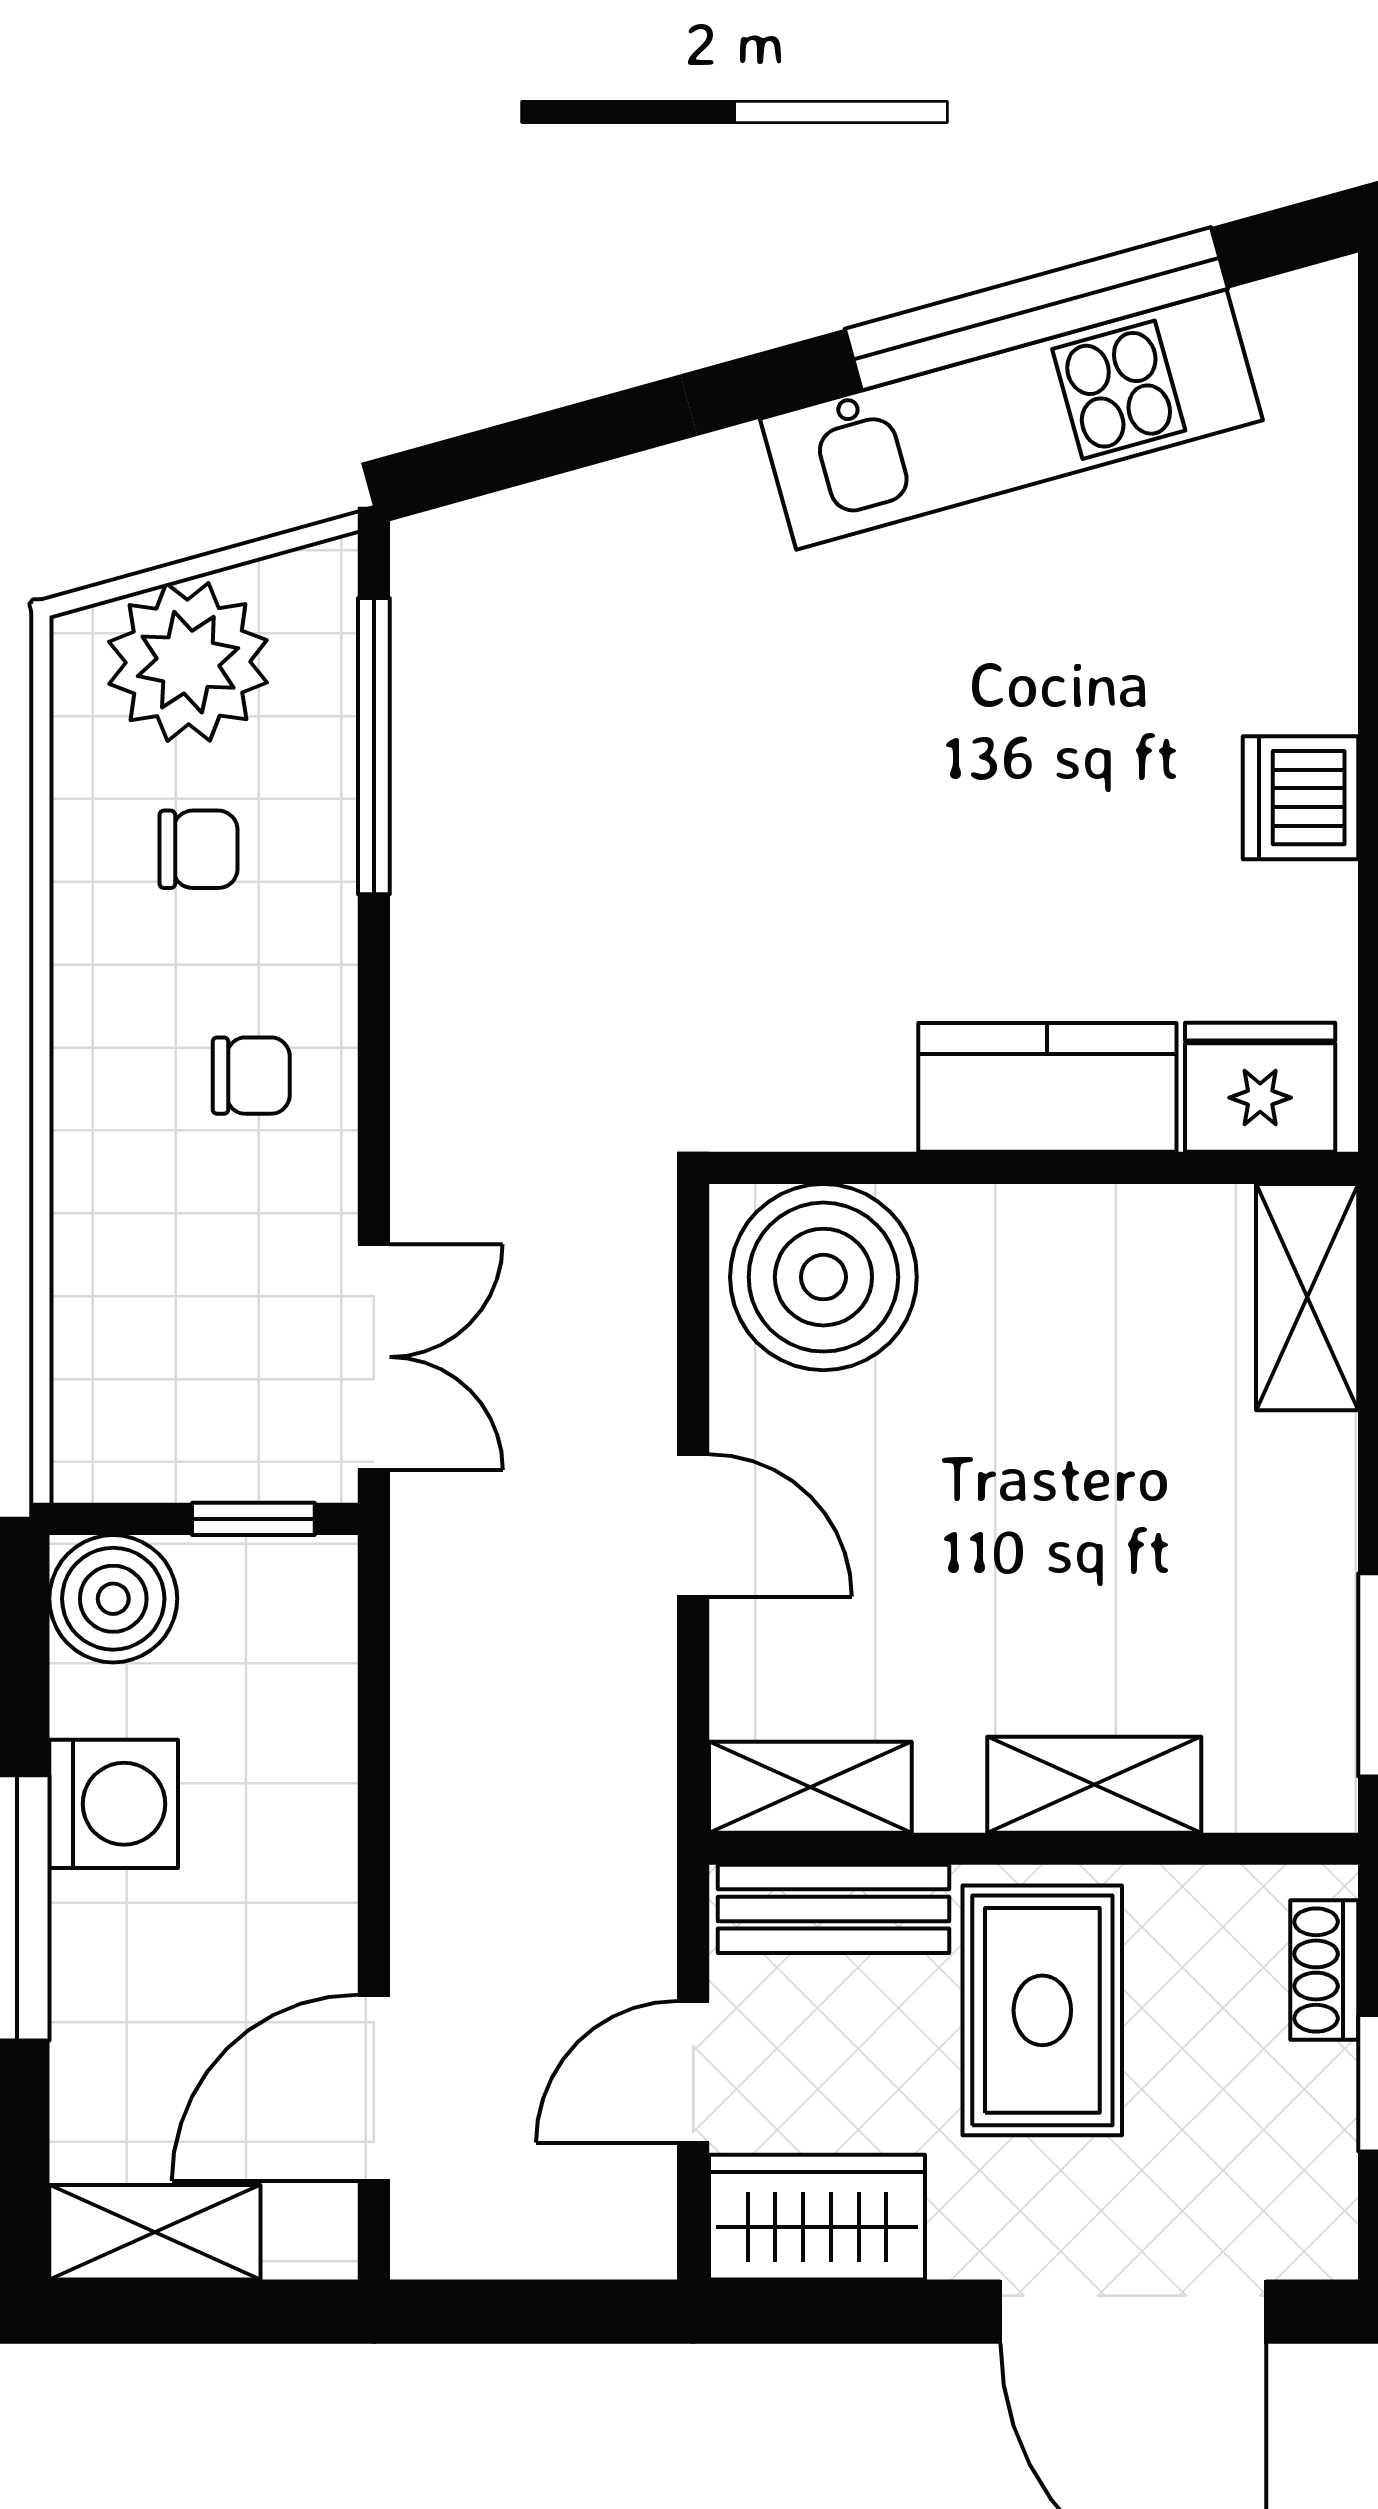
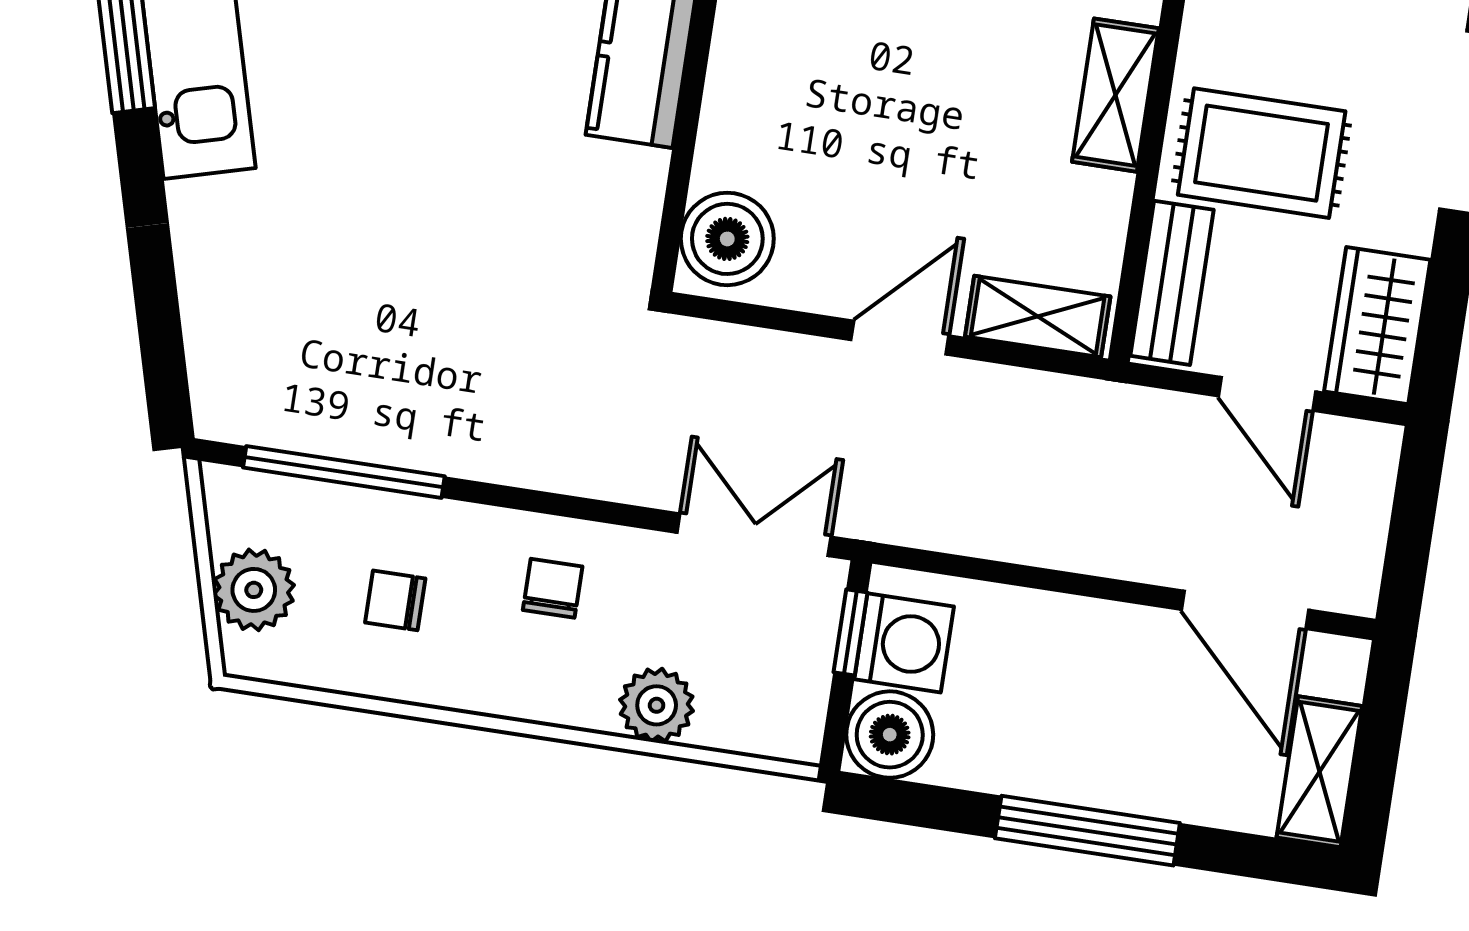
plant: (188, 662) -> (254, 590), width x0.73, depth x0.73
chair: (198, 849) -> (395, 600), turned -90
plant: (104, 1253) -> (657, 705), added
boiler: (823, 1277) -> (727, 239), width x0.73, depth x0.73
shelving: (810, 1787) -> (1038, 316), moved, turned 90
washing machine: (114, 1804) -> (904, 643), moved, turned 90

